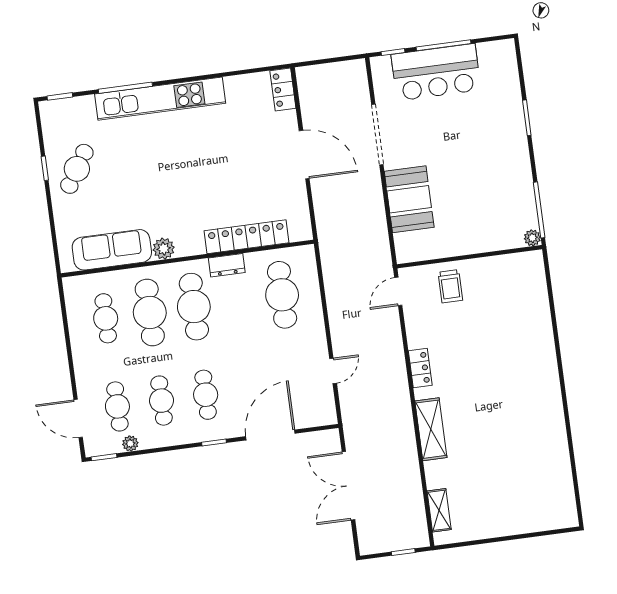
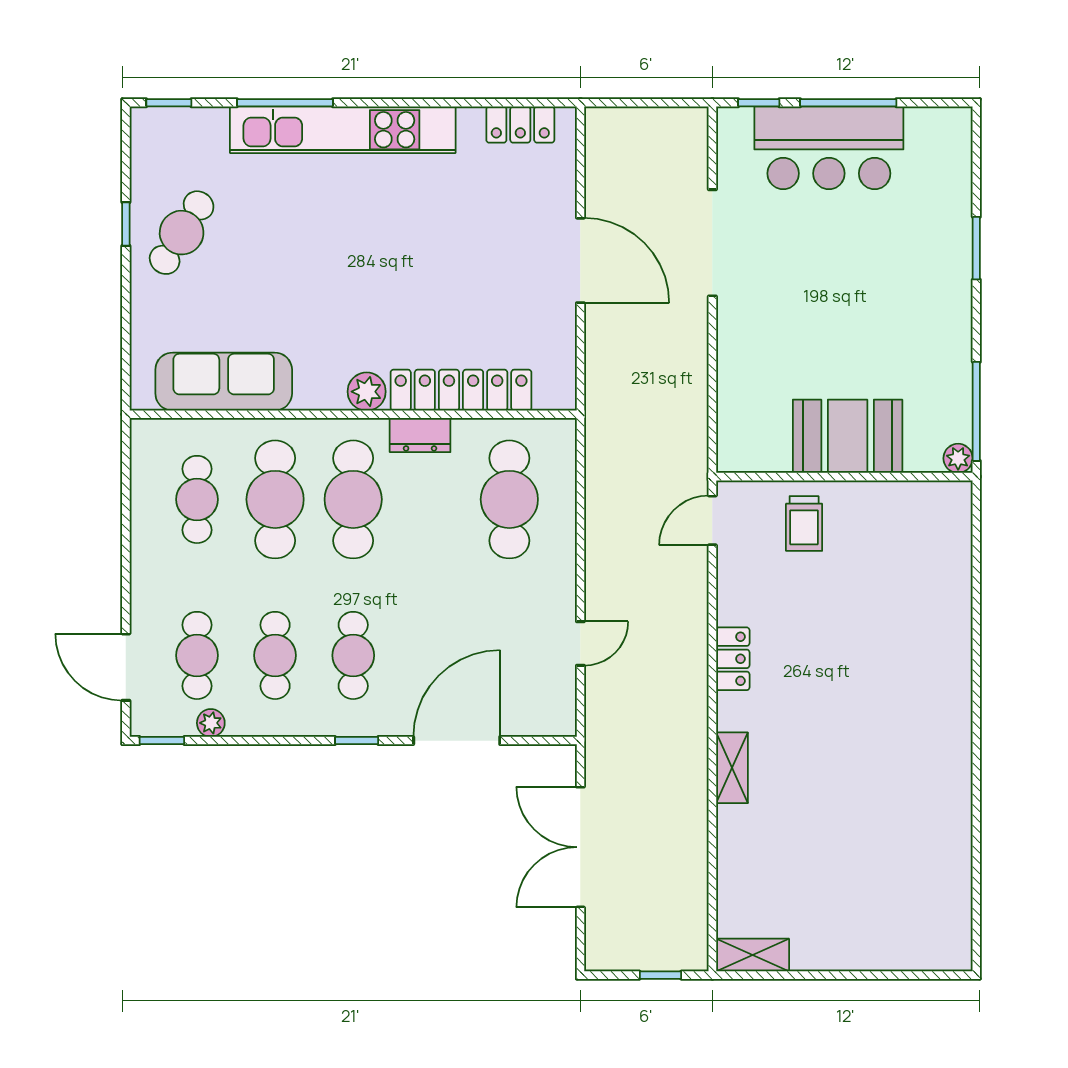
locker: (283, 89) -> (520, 125), moved, turned -90
booth: (409, 199) -> (848, 436), moved, turned 90
plant: (164, 249) -> (367, 392), moved
shelving: (431, 429) -> (732, 768), width x0.67, depth x0.75
shelving: (439, 510) -> (753, 955), moved, turned 90

